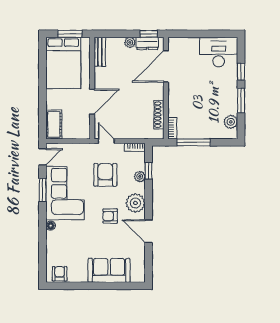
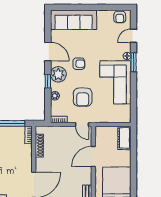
door: (43, 157) -> (134, 36), moved
window: (148, 171) -> (48, 81), moved
window: (43, 190) -> (134, 62), moved
sofa: (109, 270) -> (74, 20), width x1.36

